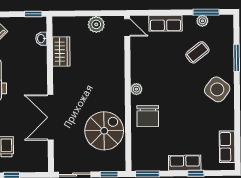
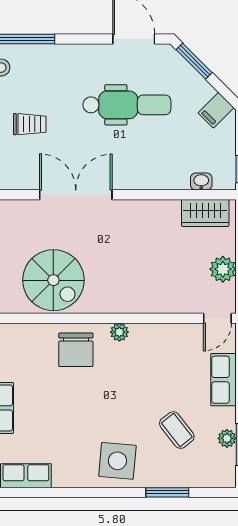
wardrobe: (61, 51) -> (205, 213), moved
side table: (217, 89) -> (117, 461), turned -32
chair: (148, 116) -> (76, 350), turned -90

